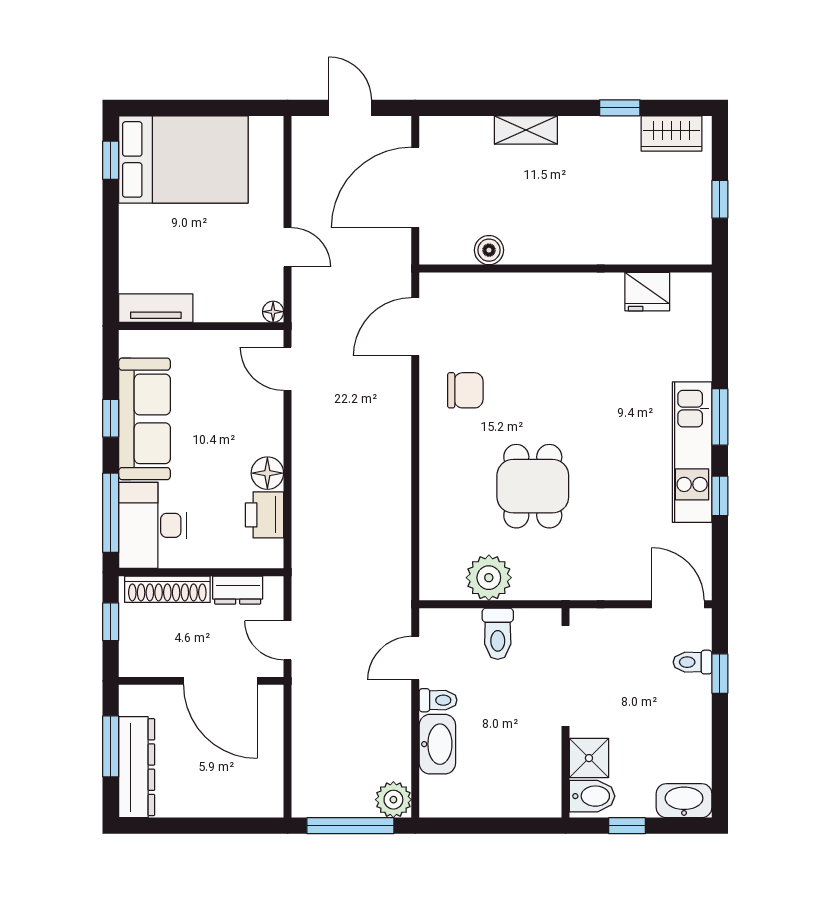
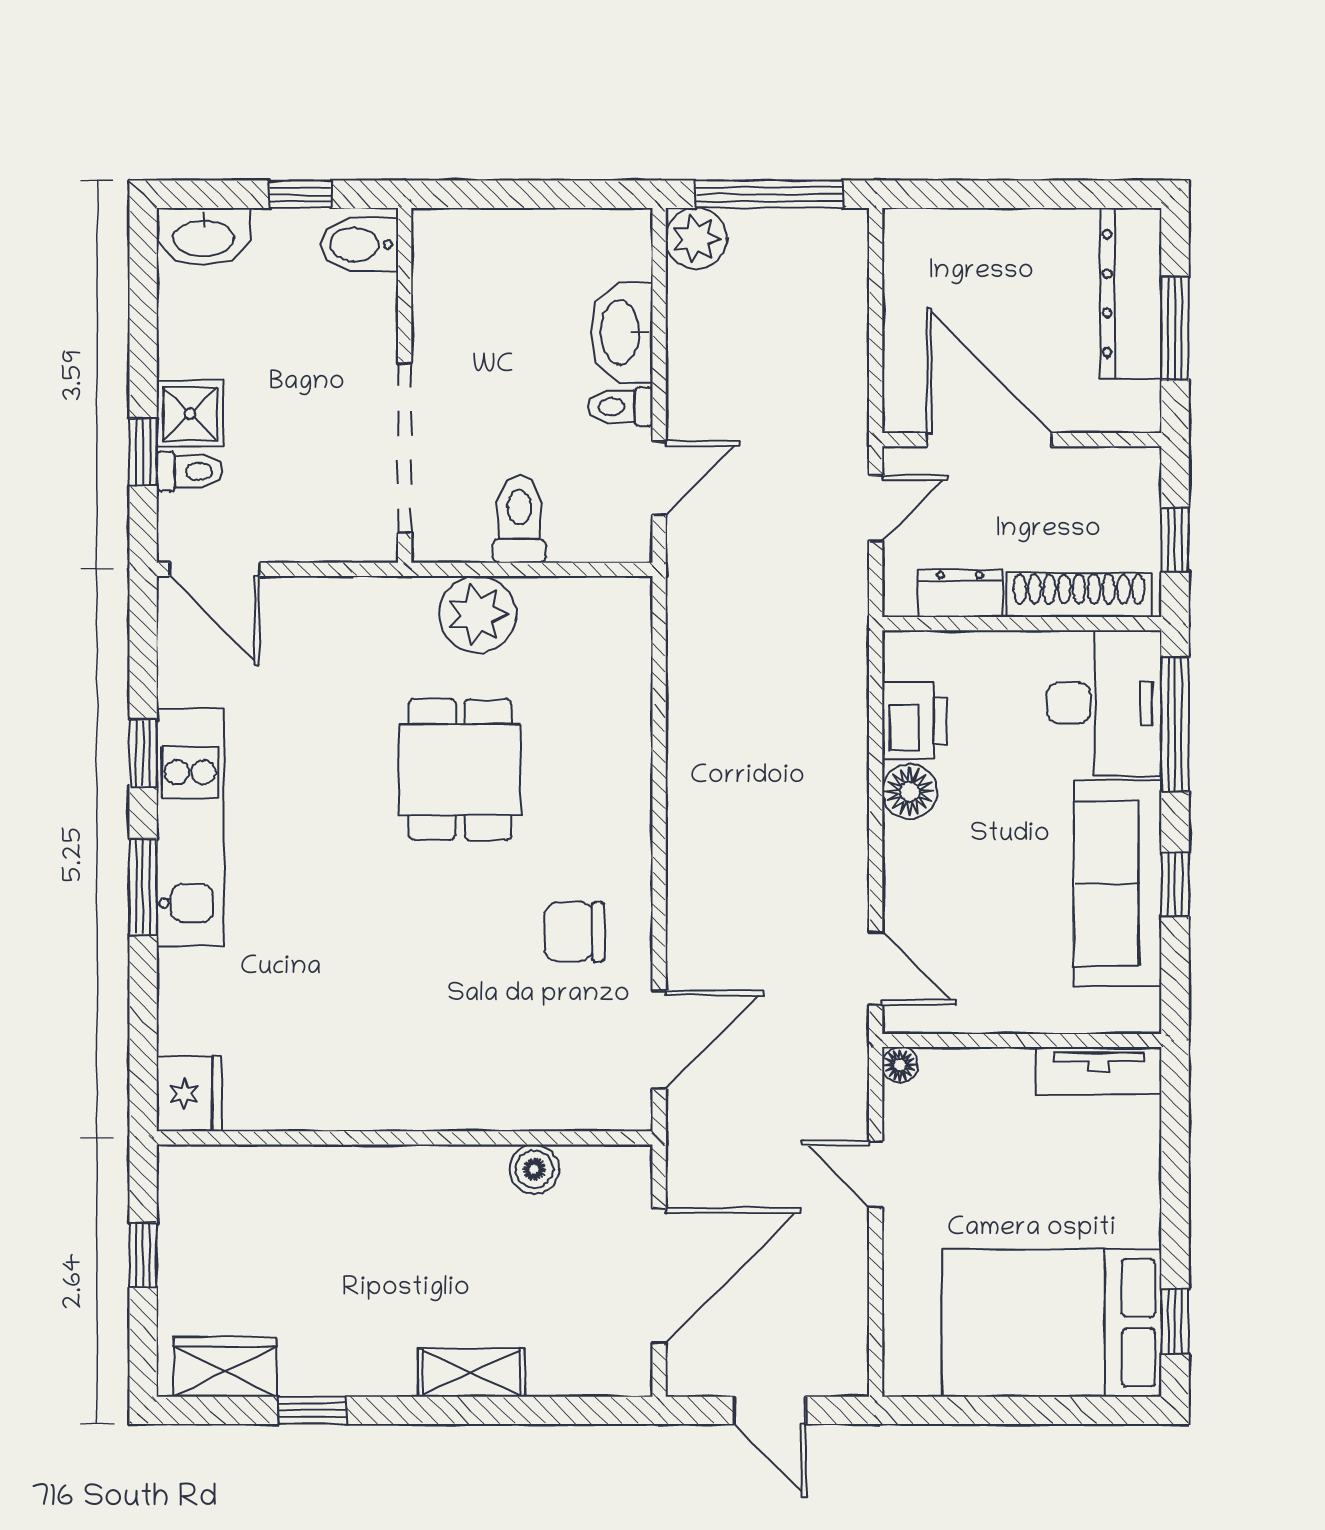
fridge: (647, 292) -> (189, 1094), moved, turned 90
plant: (489, 578) -> (478, 614), moved
door: (287, 640) -> (876, 508), hinge flipped
shower: (589, 758) -> (190, 414), moved

